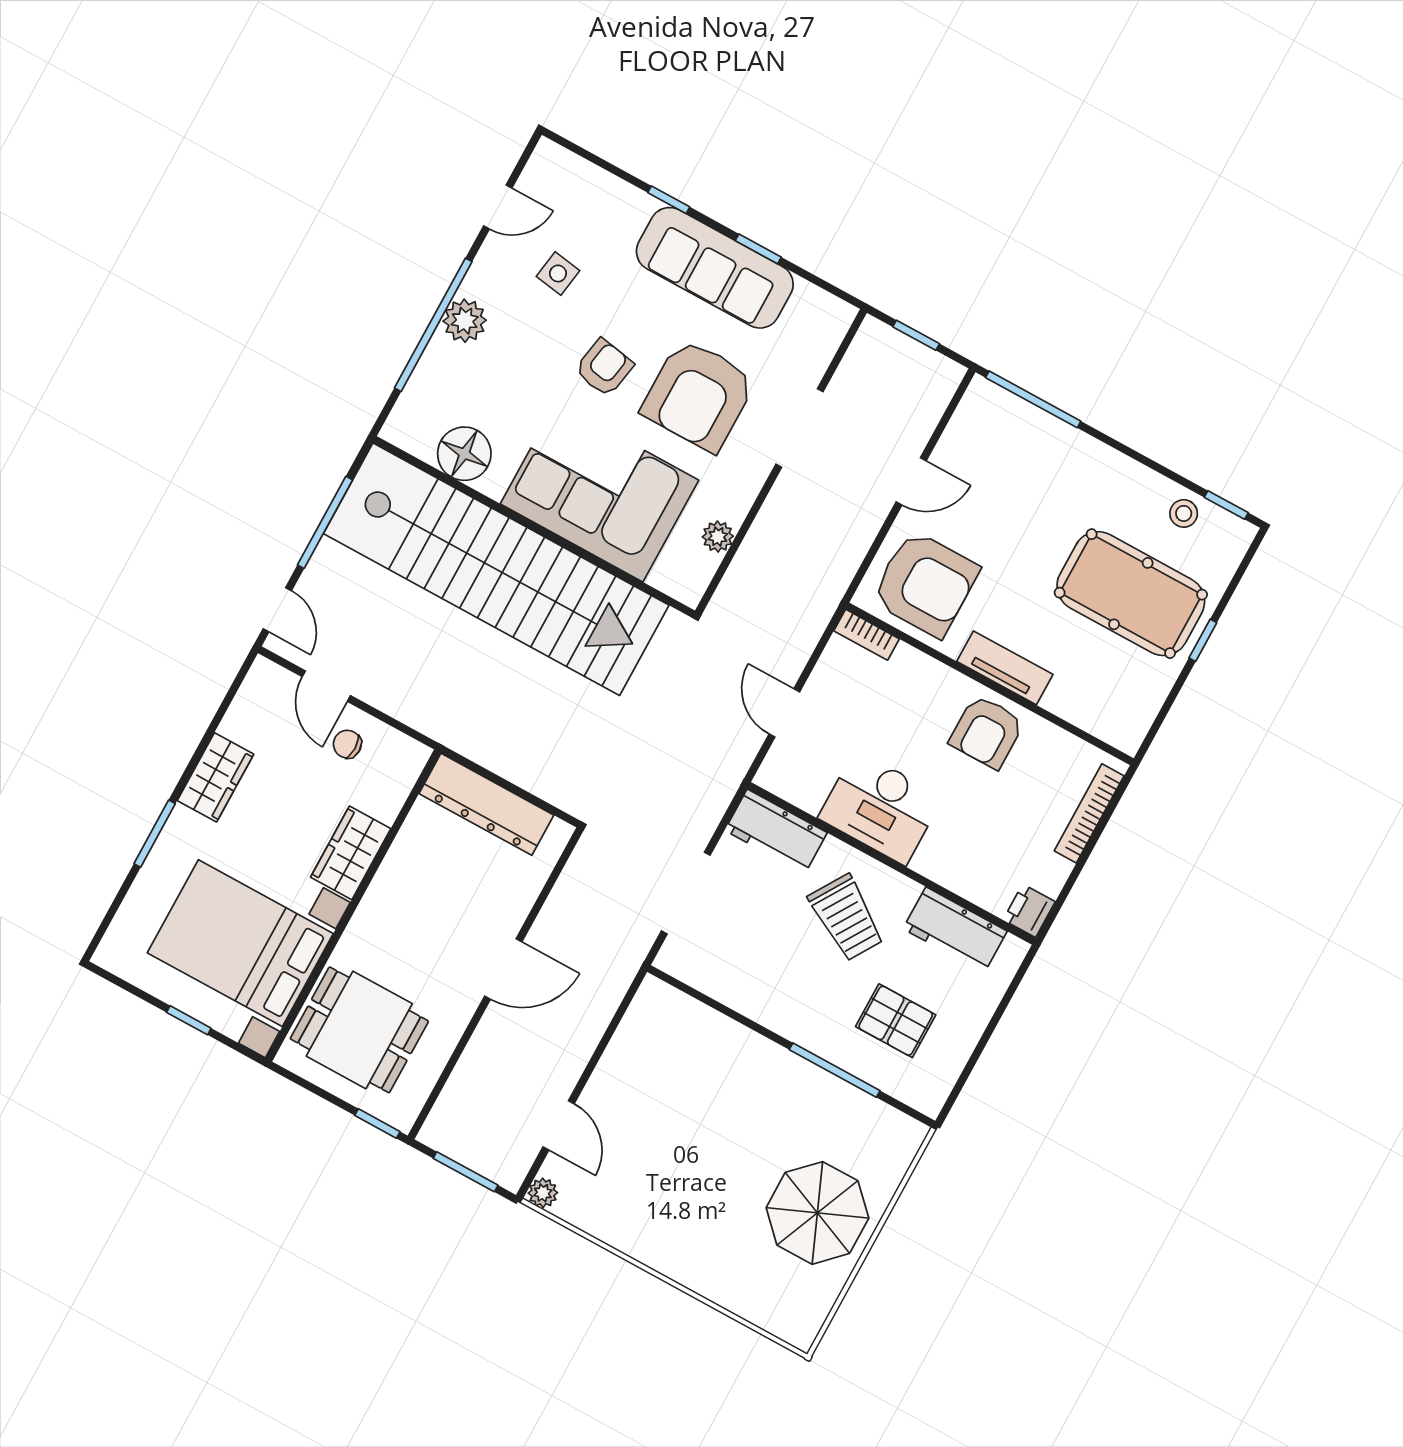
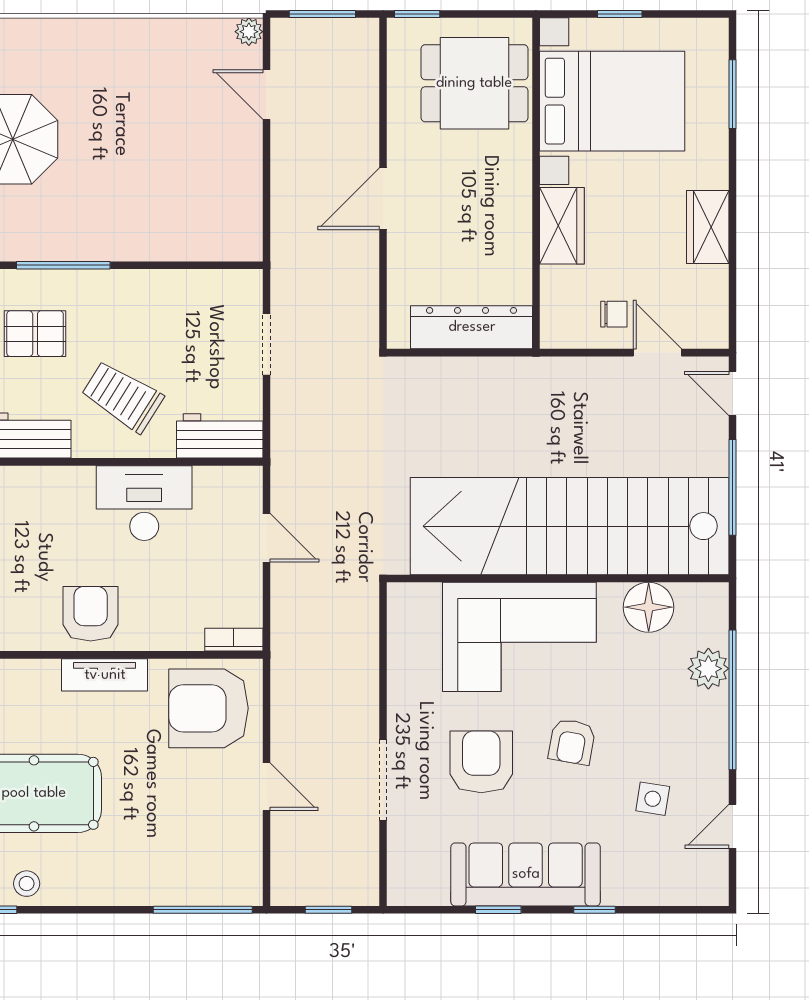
plant: (465, 321) -> (708, 669), moved
armchair: (699, 395) -> (481, 762), width x0.73, depth x0.73
door: (911, 481) -> (266, 787), swing flipped
plant: (718, 537) -> (401, 654), removed
window: (155, 834) -> (733, 94), moved
doorway: (686, 893) -> (266, 344), width x0.73

